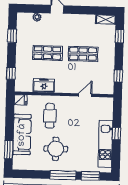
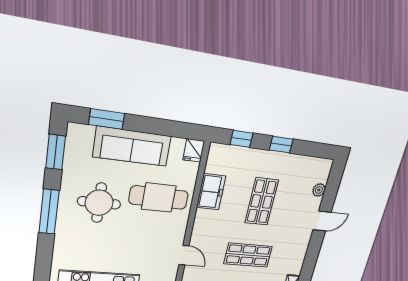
window: (12, 36) -> (281, 145), moved
shop shelf: (83, 54) -> (248, 255), turned 90
cafe table: (50, 116) -> (159, 198), width x1.37, depth x1.35
window: (90, 176) -> (56, 152), moved

